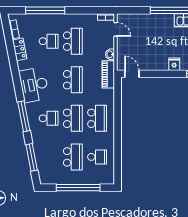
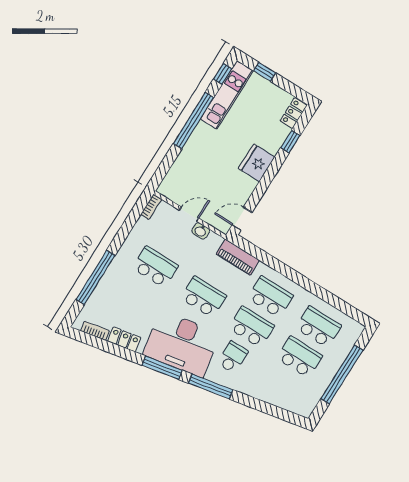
door: (115, 29) -> (189, 214), moved
school desk: (49, 41) -> (137, 297), removed
fridge: (174, 64) -> (257, 163), width x1.88, depth x1.34
piano: (108, 74) -> (238, 257), moved
desk: (34, 85) -> (182, 344), width x1.36, depth x1.30
window: (32, 157) -> (162, 368), moved
school desk: (97, 157) -> (318, 327), width x1.85

